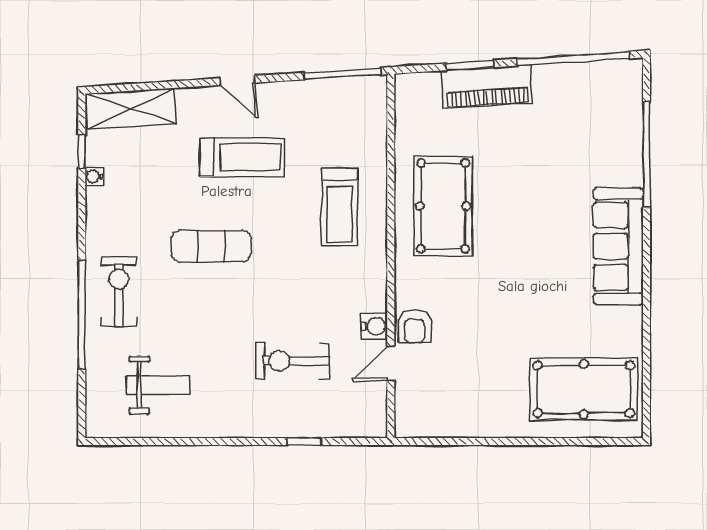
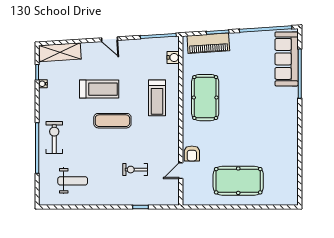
piano: (487, 87) -> (208, 43), moved
treadmill: (242, 157) -> (99, 89), moved
exercise mat: (211, 246) -> (112, 121), moved
sofa: (618, 246) -> (287, 59), moved
water cooler: (374, 326) -> (173, 57), moved
exercise bike: (292, 361) -> (135, 170), width x0.73, depth x0.72
pool table: (584, 389) -> (238, 181), moved

